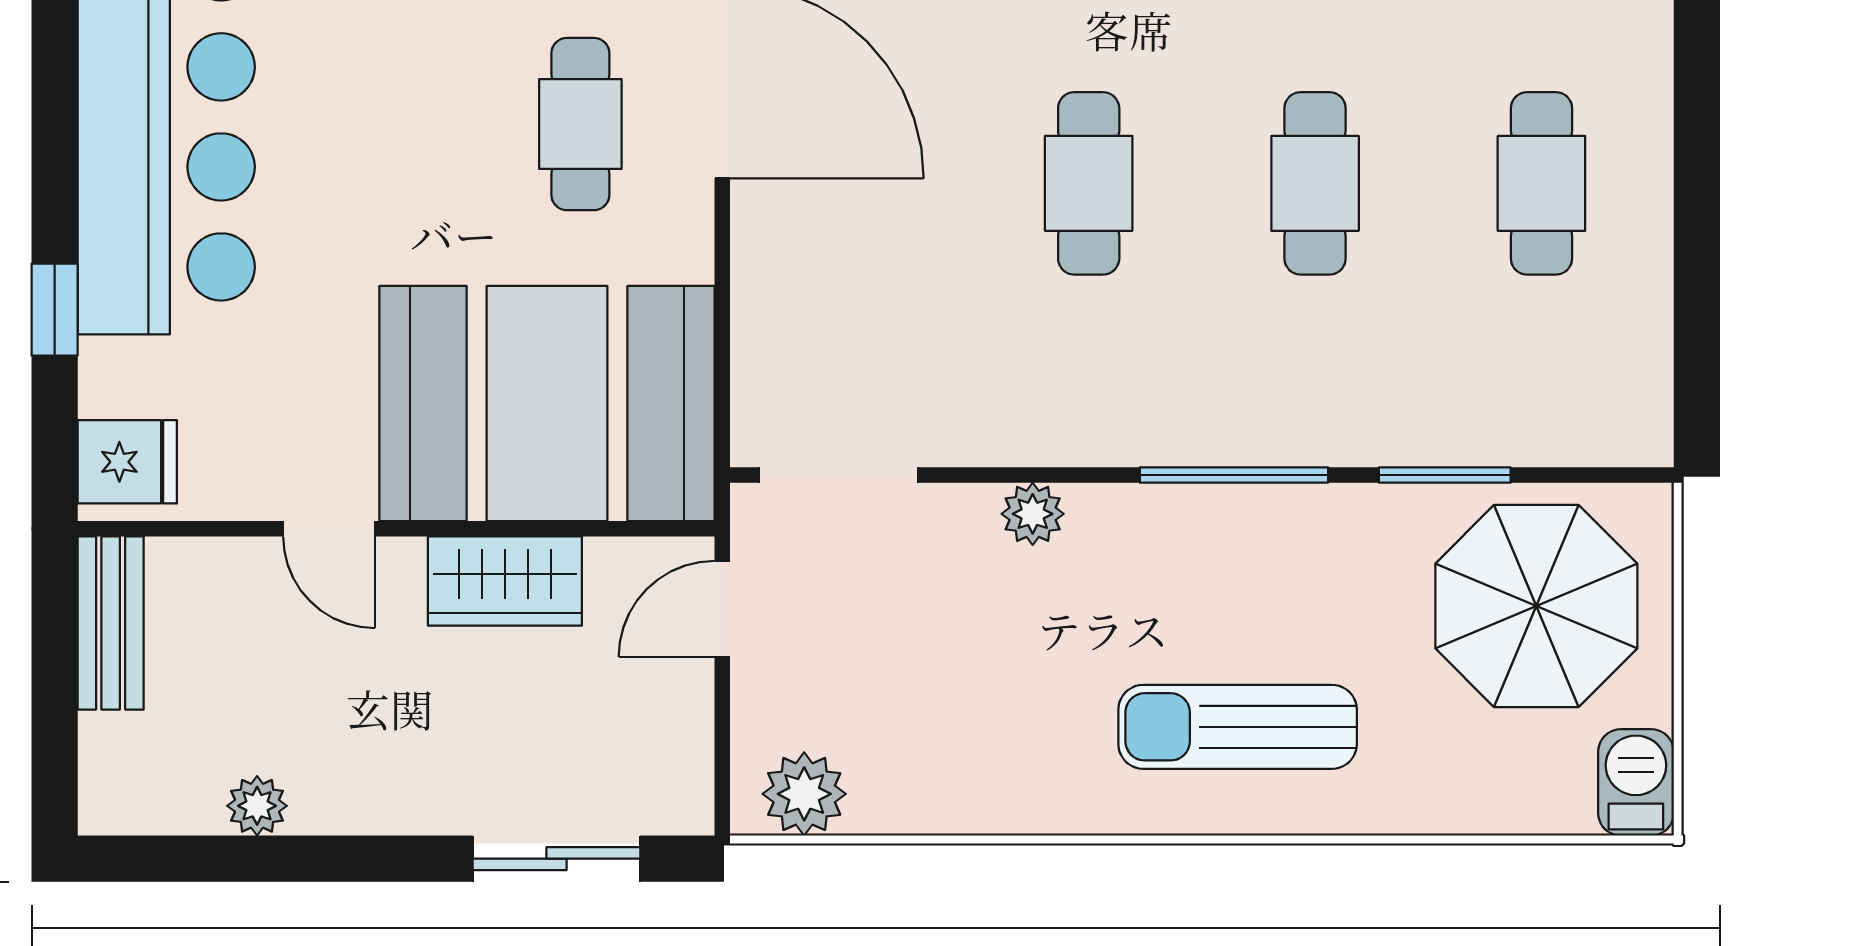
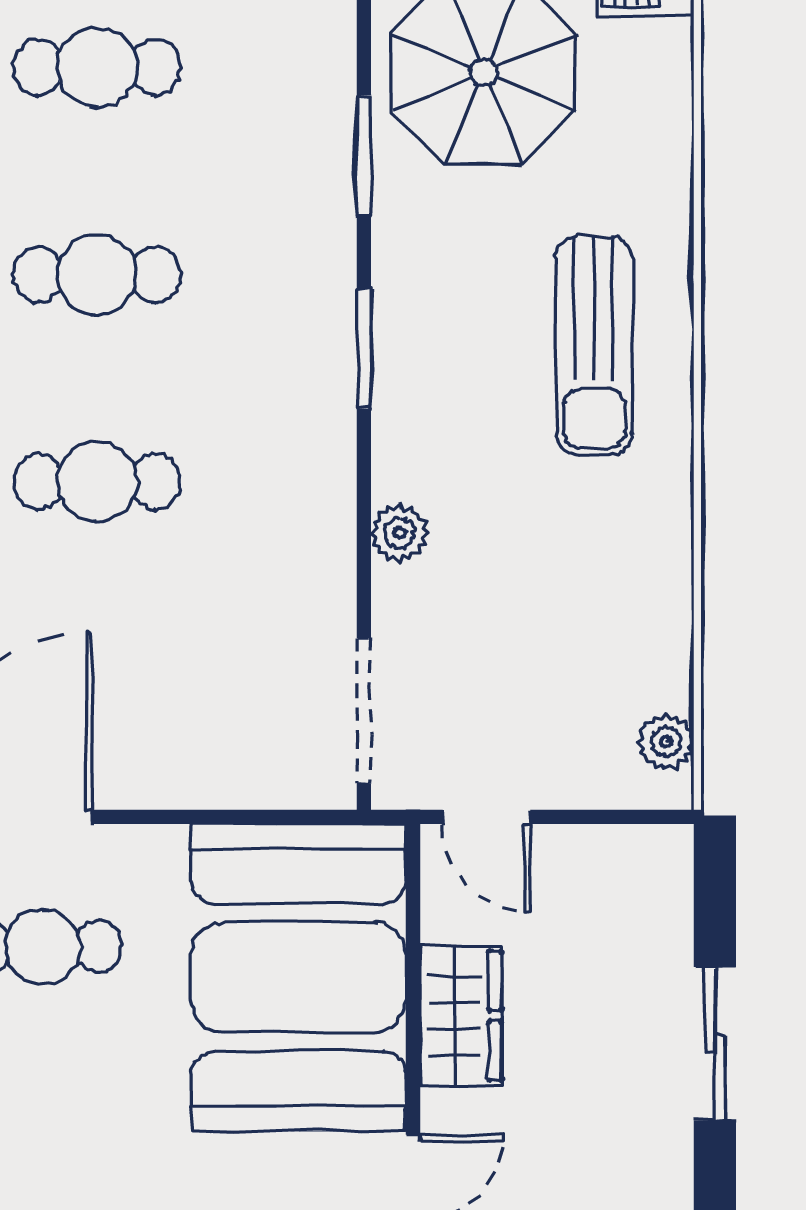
window: (1234, 475) -> (364, 349), width x0.69
plant: (804, 794) -> (666, 742), width x0.73, depth x0.73
sliding door: (557, 859) -> (715, 1044), moved

